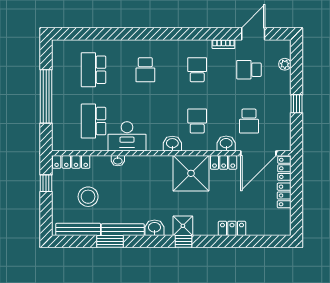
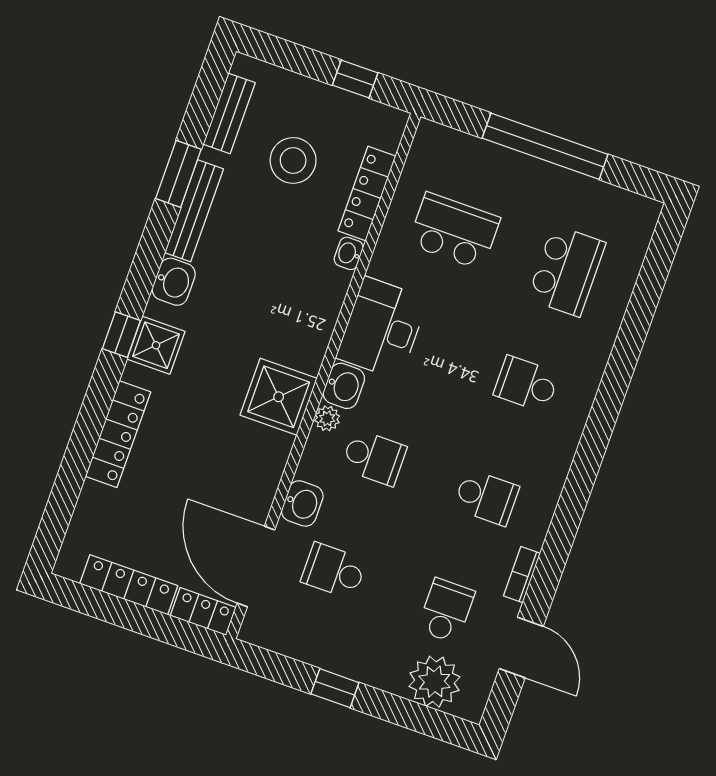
plant: (285, 64) -> (434, 682), width x1.88, depth x1.88
school desk: (94, 70) -> (566, 271), turned 90
desk: (127, 136) -> (382, 328), moved
plant: (188, 146) -> (327, 418), added
locker: (71, 162) -> (367, 193), moved
locker: (224, 162) -> (263, 483), removed
shower: (191, 173) -> (279, 397), width x0.73, depth x0.73
locker: (284, 195) -> (129, 585), width x1.53
locker: (232, 228) -> (118, 434), width x1.53
bench: (78, 229) -> (229, 113), width x0.73

